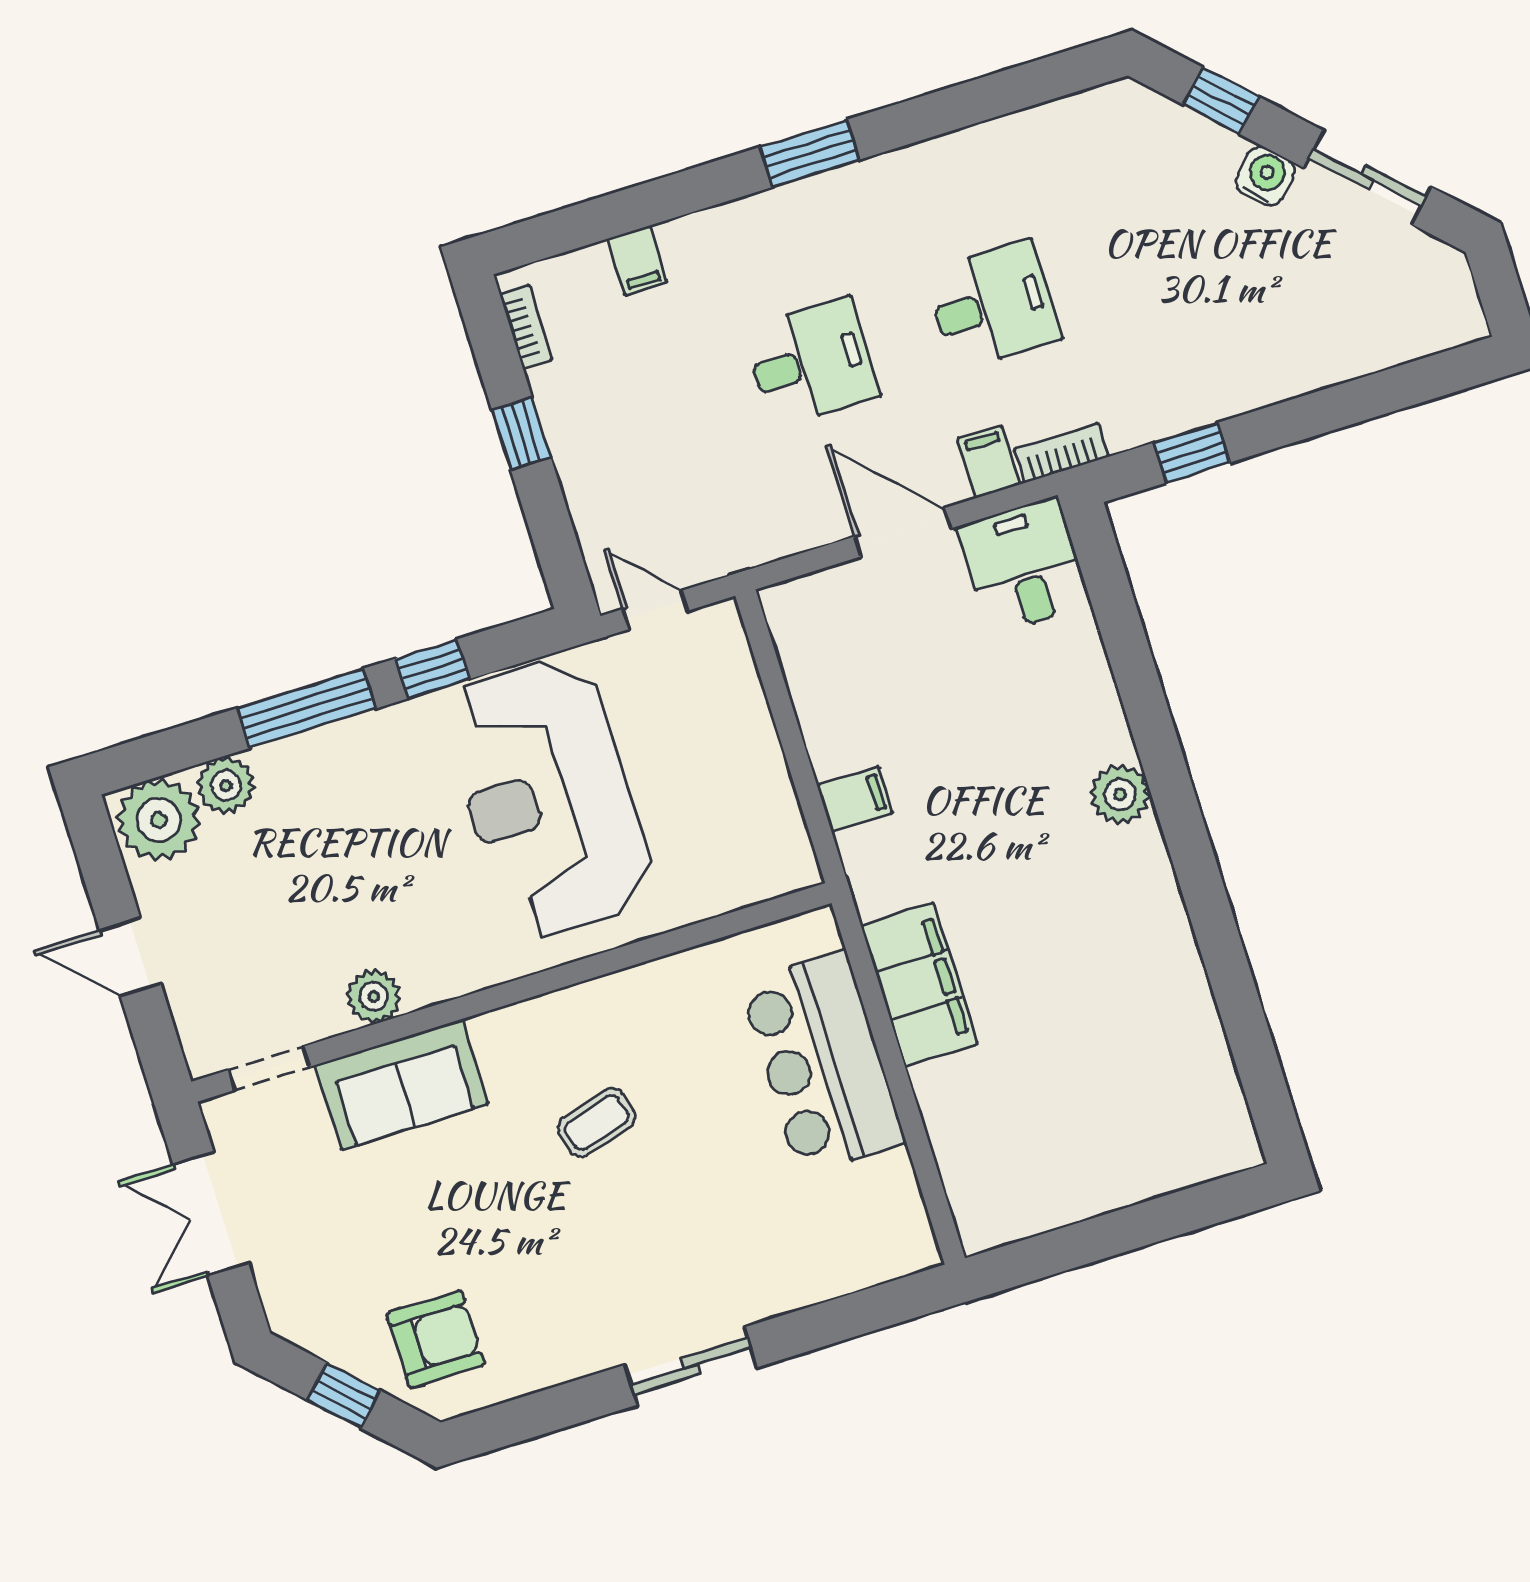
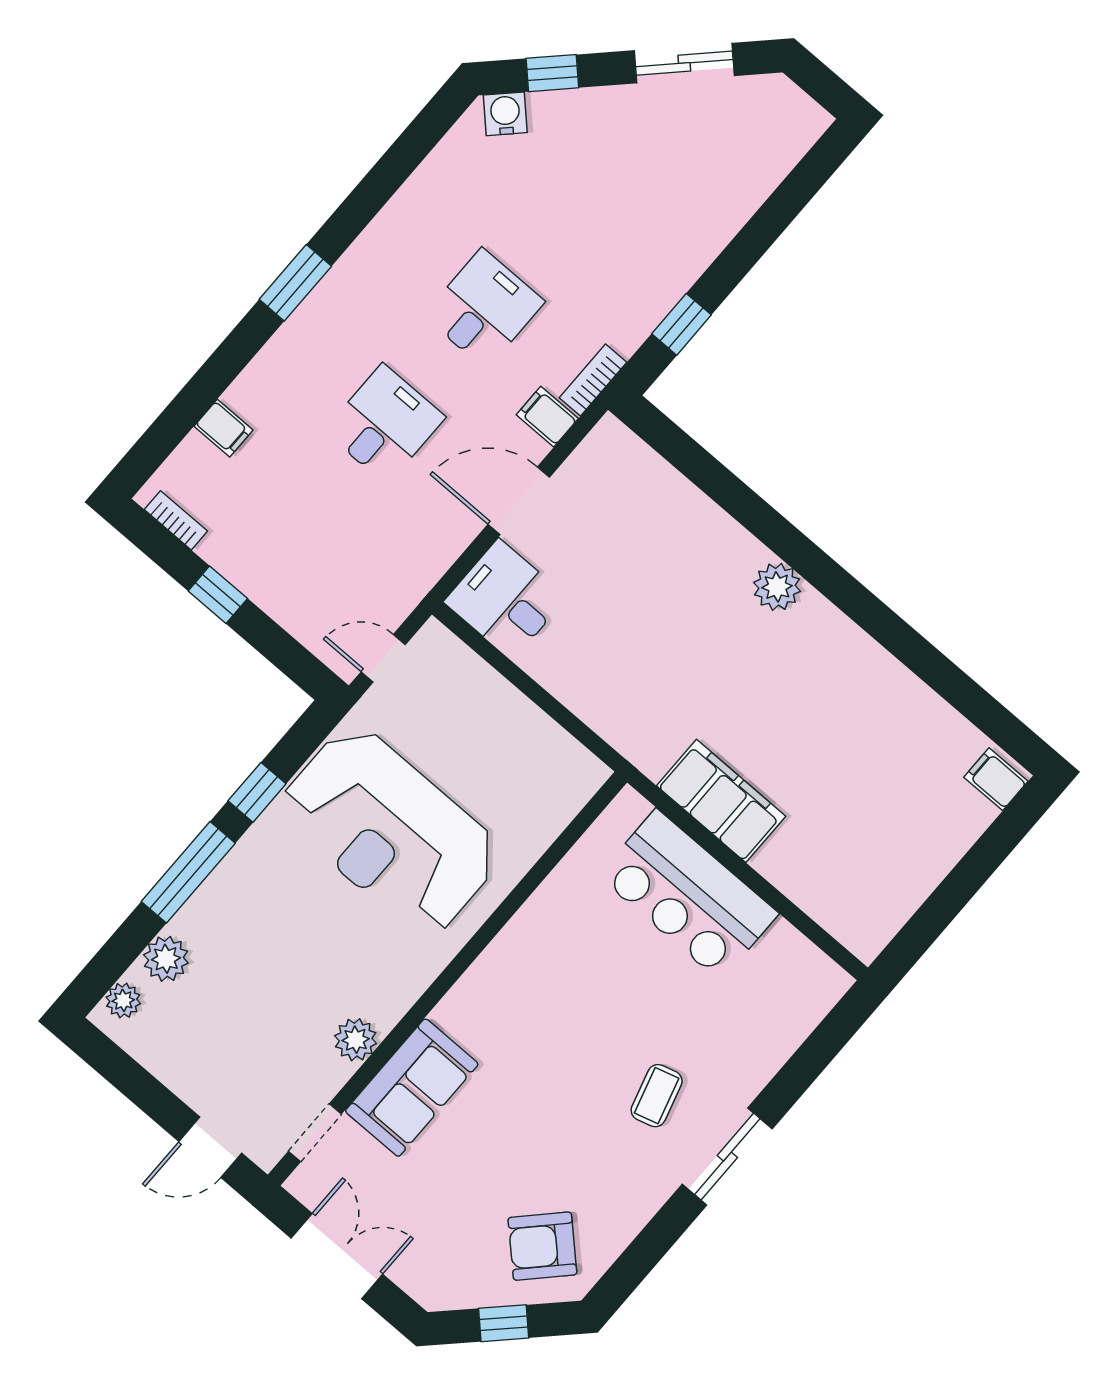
water cooler: (1265, 176) -> (505, 114), moved
desk: (1024, 566) -> (505, 600), moved
filing cabinet: (855, 799) -> (996, 779), moved, turned -90
plant: (159, 820) -> (123, 1000), width x0.53, depth x0.53
door: (130, 957) -> (210, 1147), moved
coffee table: (597, 1123) -> (657, 1096), moved
double door: (211, 1214) -> (337, 1256), swing flipped
armchair: (435, 1339) -> (542, 1246), turned -136

